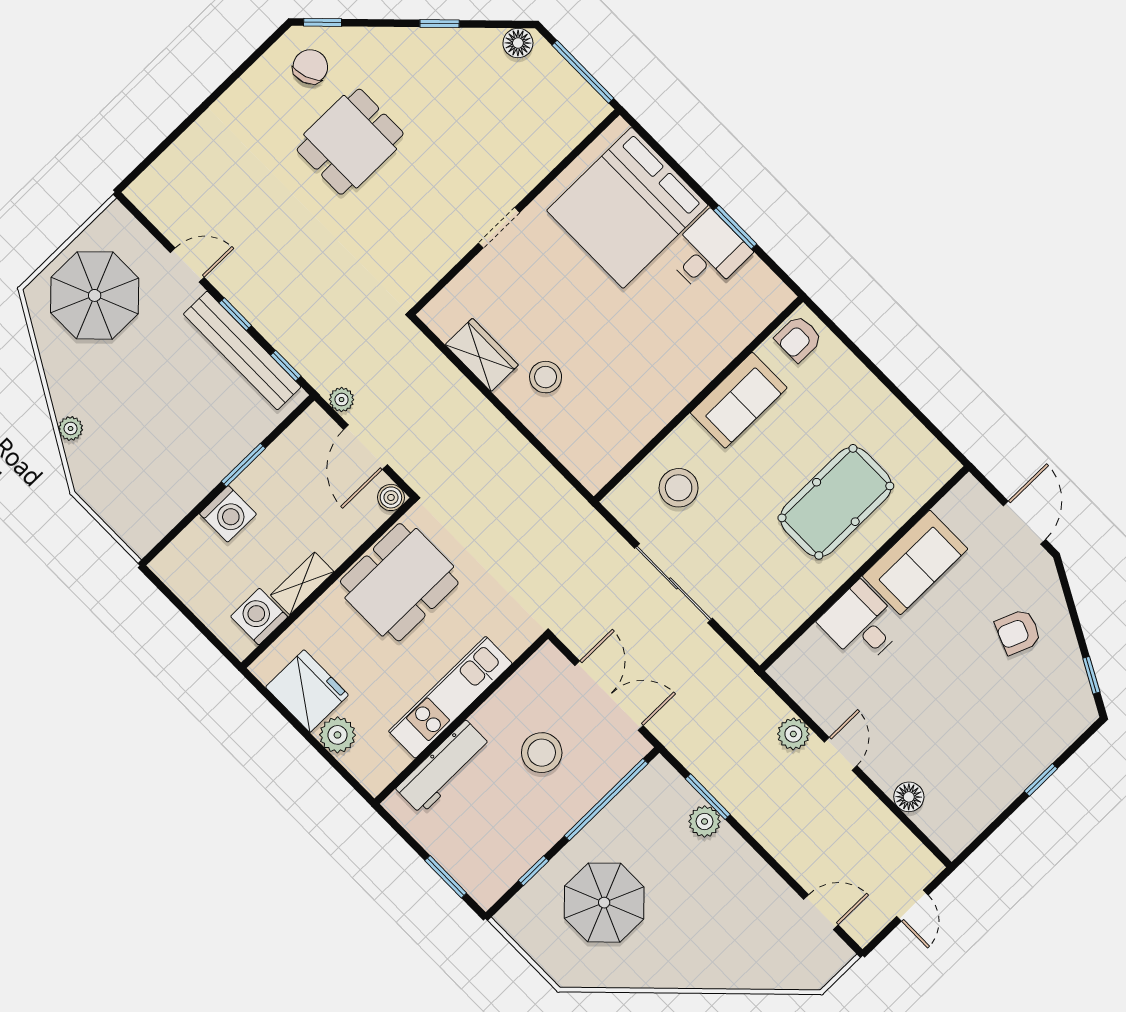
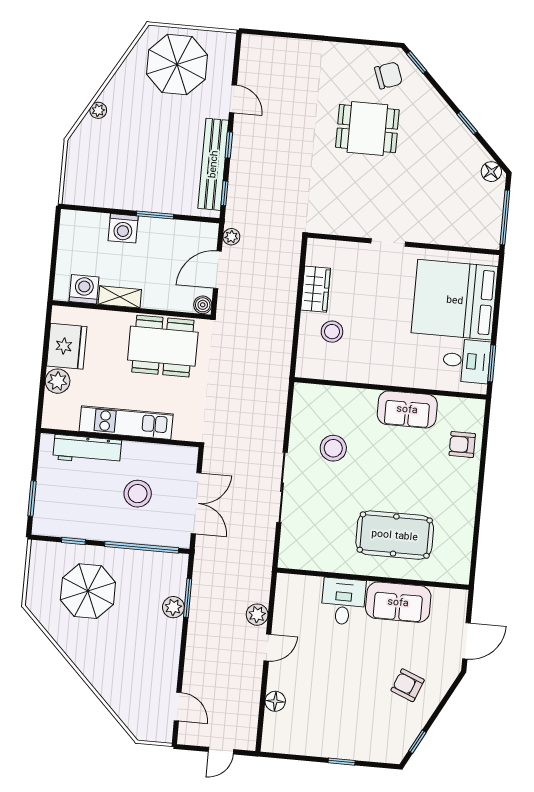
wall: (698, 399) -> (390, 388), moved
sofa: (739, 400) -> (407, 409), moved

